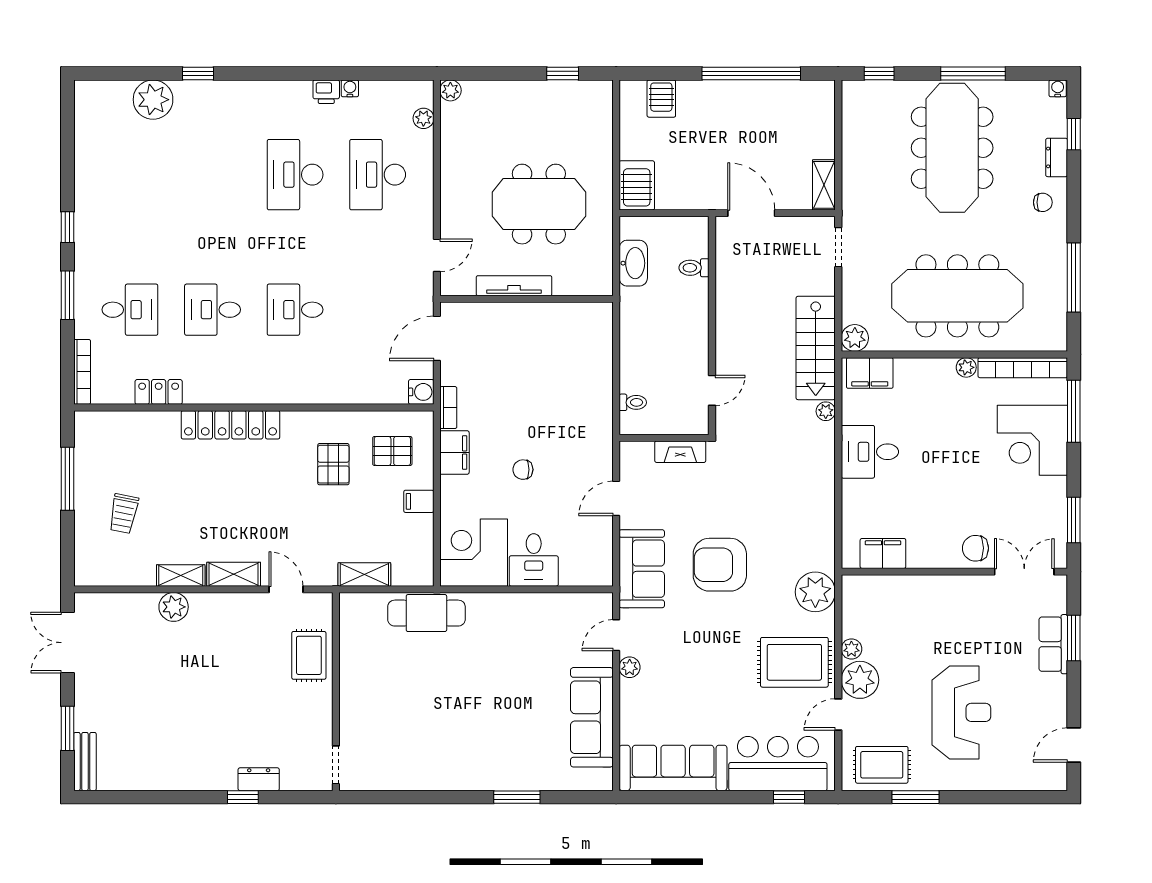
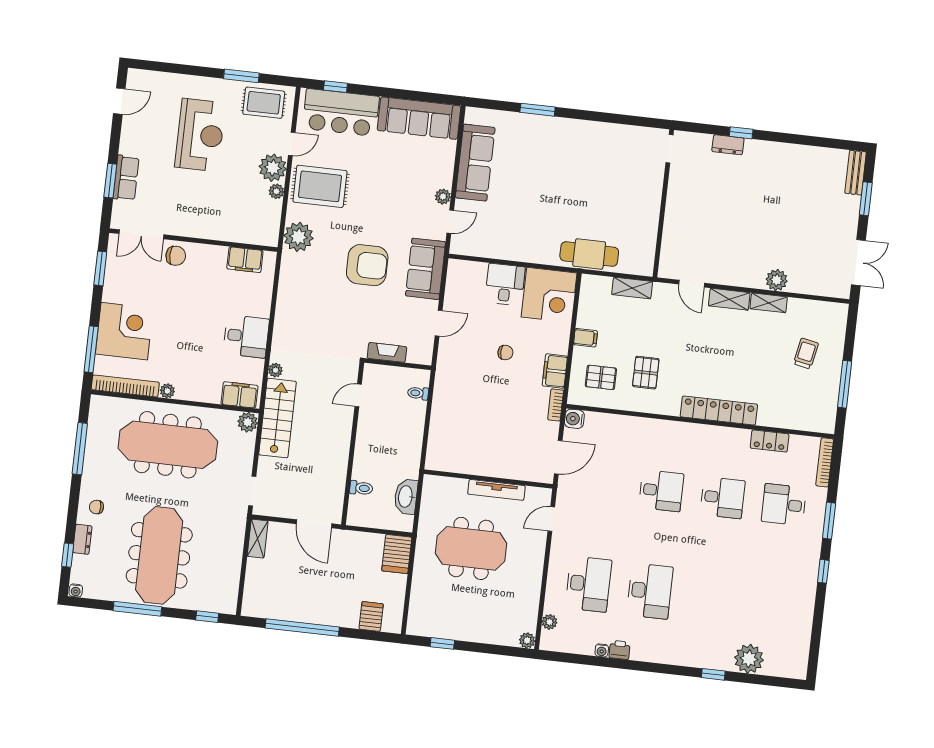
rug: (309, 655) -> (680, 233), removed
reception desk: (961, 712) -> (200, 135), turned 180

